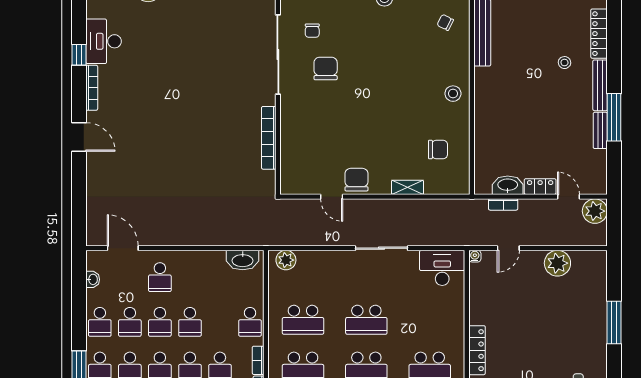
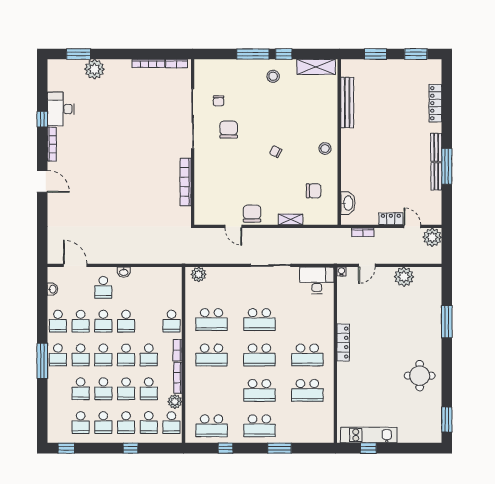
chair: (445, 22) -> (276, 152), moved
stool: (564, 63) -> (409, 125), removed
bench: (600, 85) -> (436, 147), width x0.73
washbasin: (508, 185) -> (348, 203), moved, turned 90
washbasin: (243, 260) -> (124, 272), moved, width x0.52, depth x0.69

